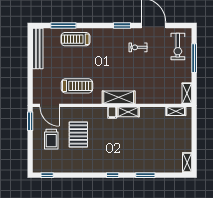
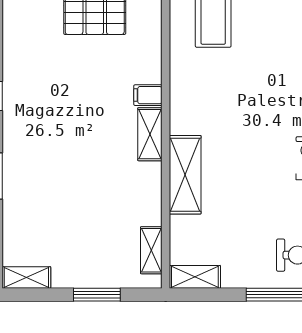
shelving: (119, 97) -> (185, 175), moved
window: (194, 134) -> (97, 295), added

